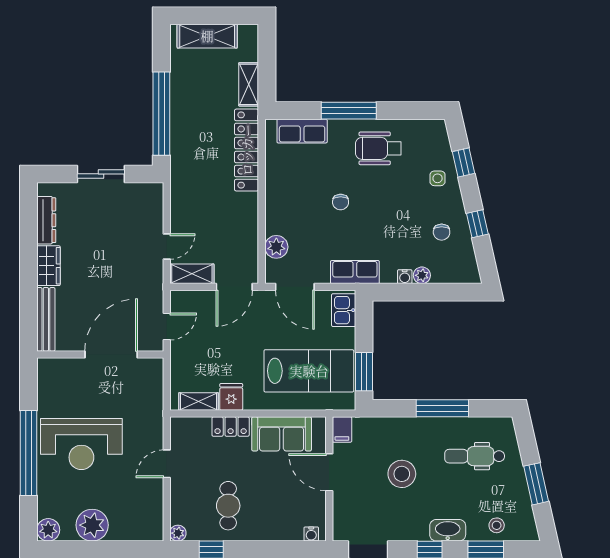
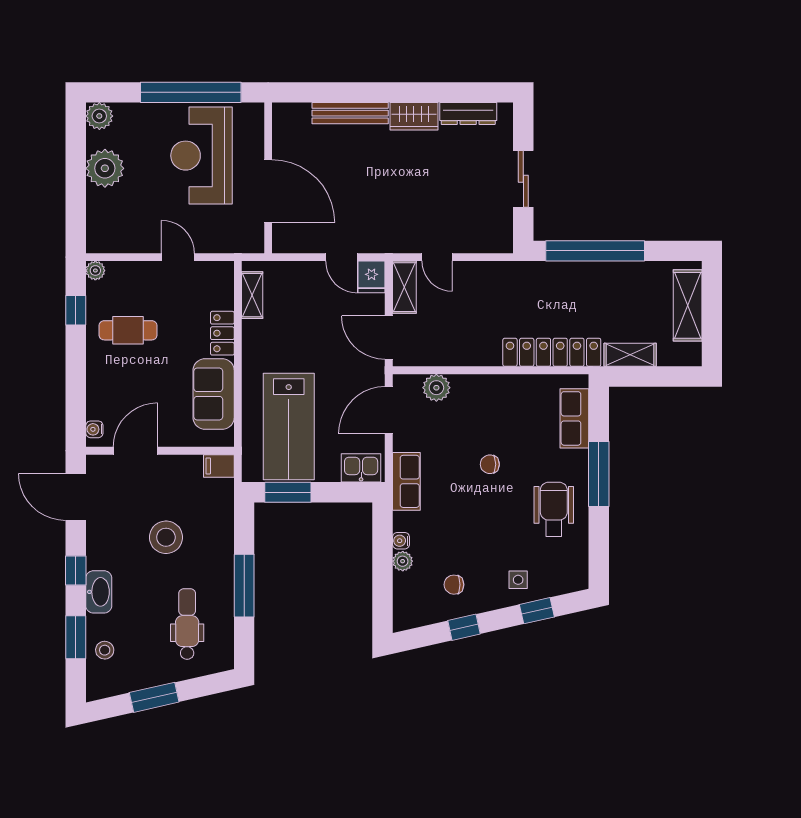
wall: (100, 354) -> (268, 178), moved
door: (111, 354) -> (268, 191), moved
fridge: (231, 397) -> (372, 277), moved, turned 90
door: (329, 472) -> (135, 451), moved

